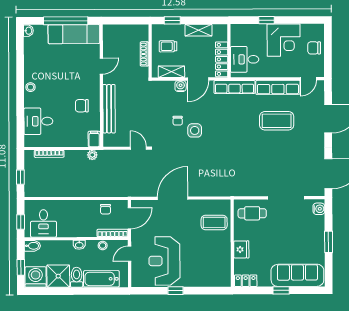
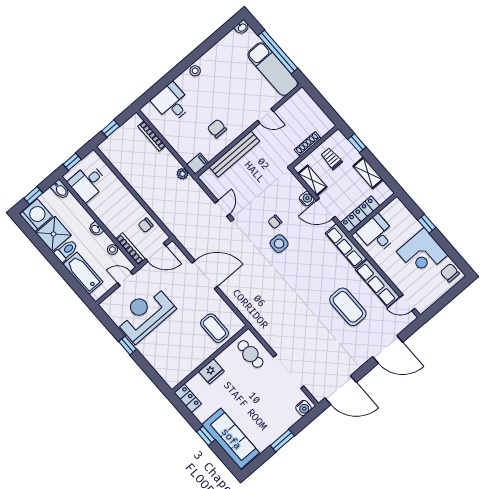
chair: (314, 48) -> (450, 273), moved

